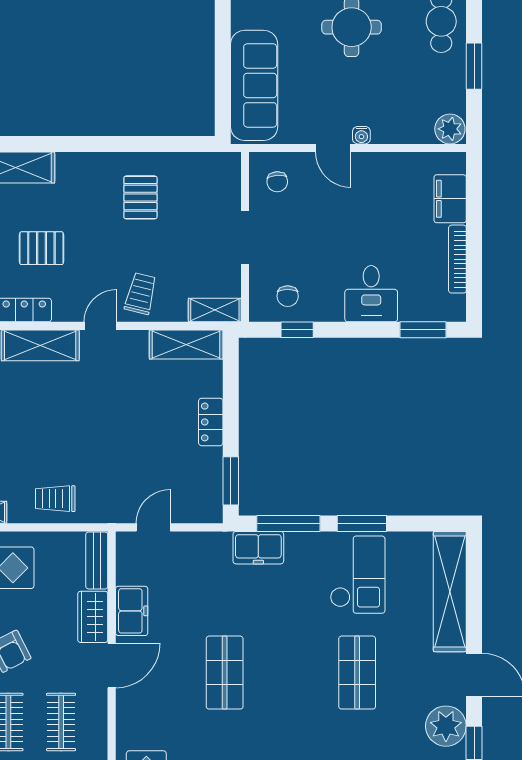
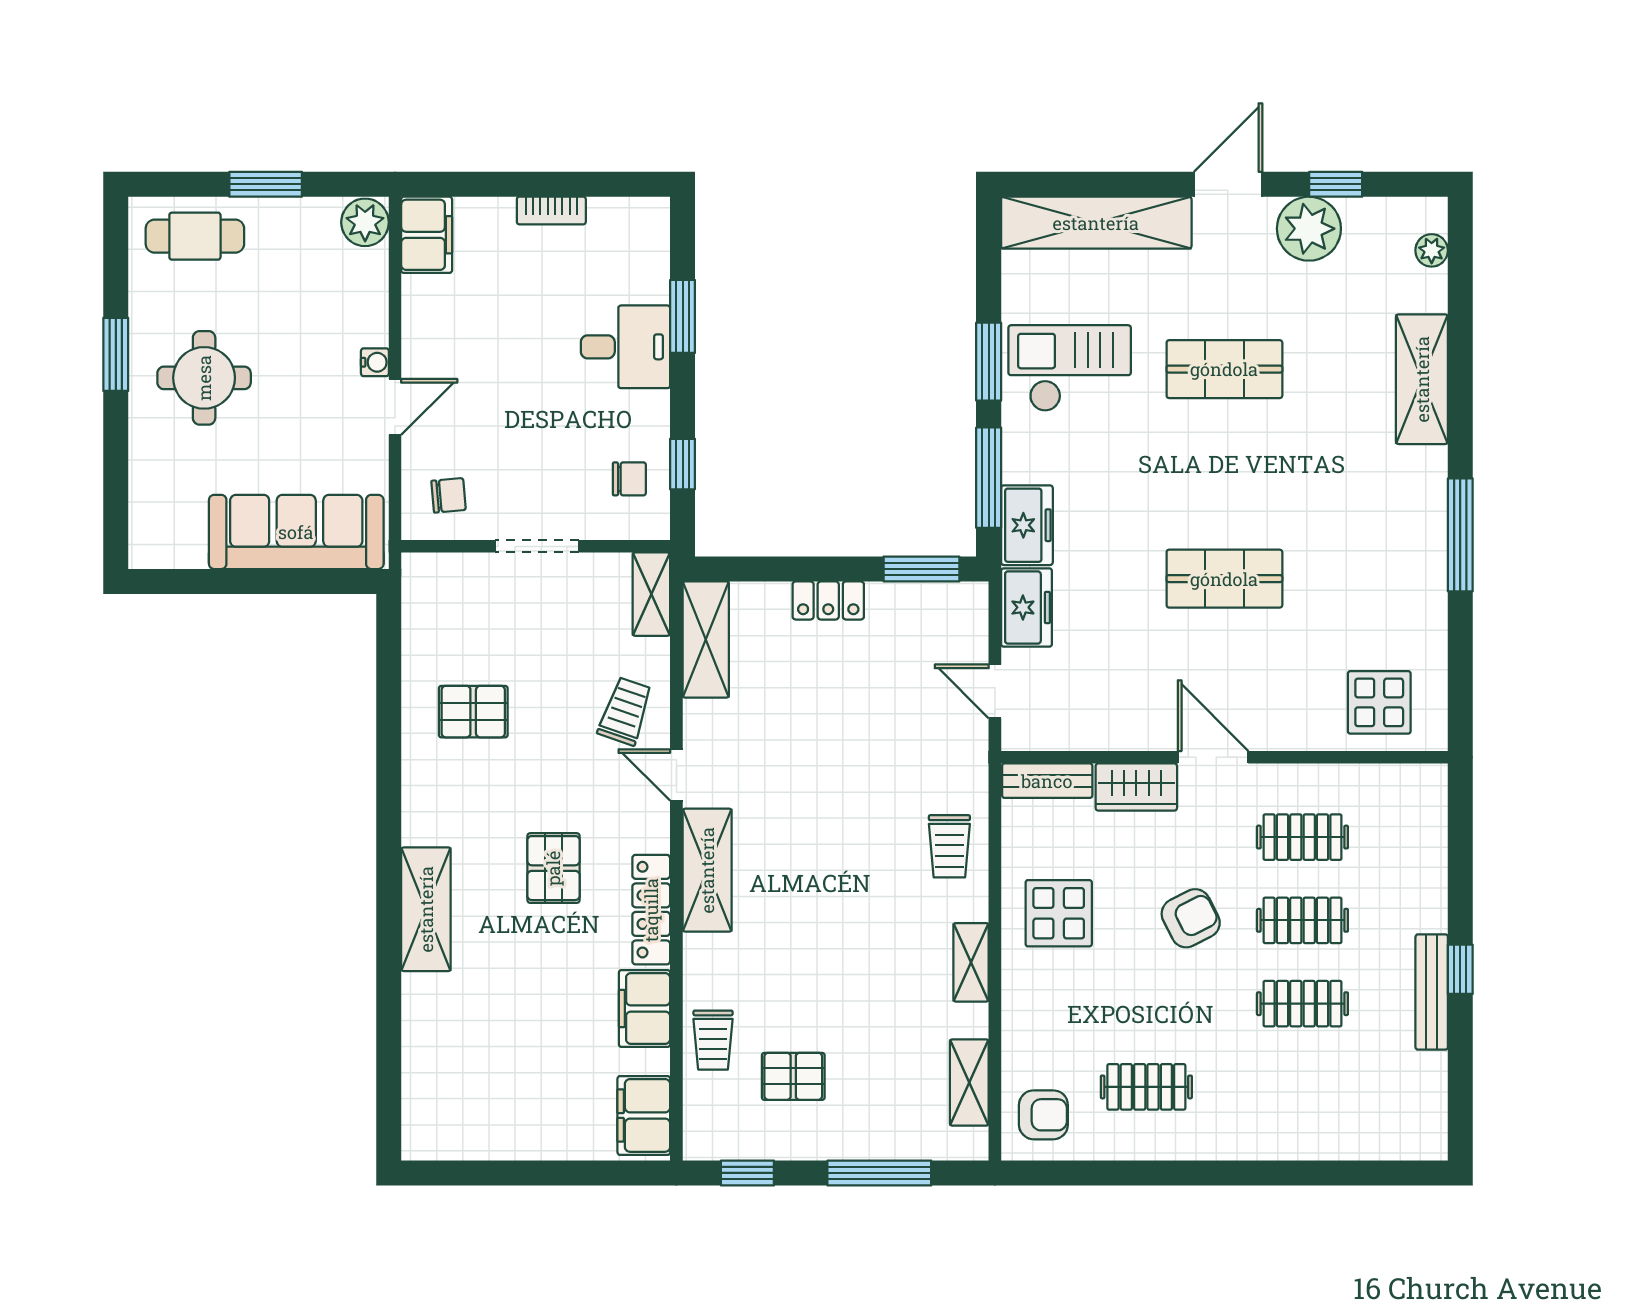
filing cabinet: (450, 199) -> (427, 235), moved, turned -90
bookcase: (457, 259) -> (551, 210), width x0.64
trolley: (141, 294) -> (625, 711), turned 95
window: (423, 330) -> (683, 316), moved
freezer: (132, 611) -> (1026, 607), moved, turned 90

